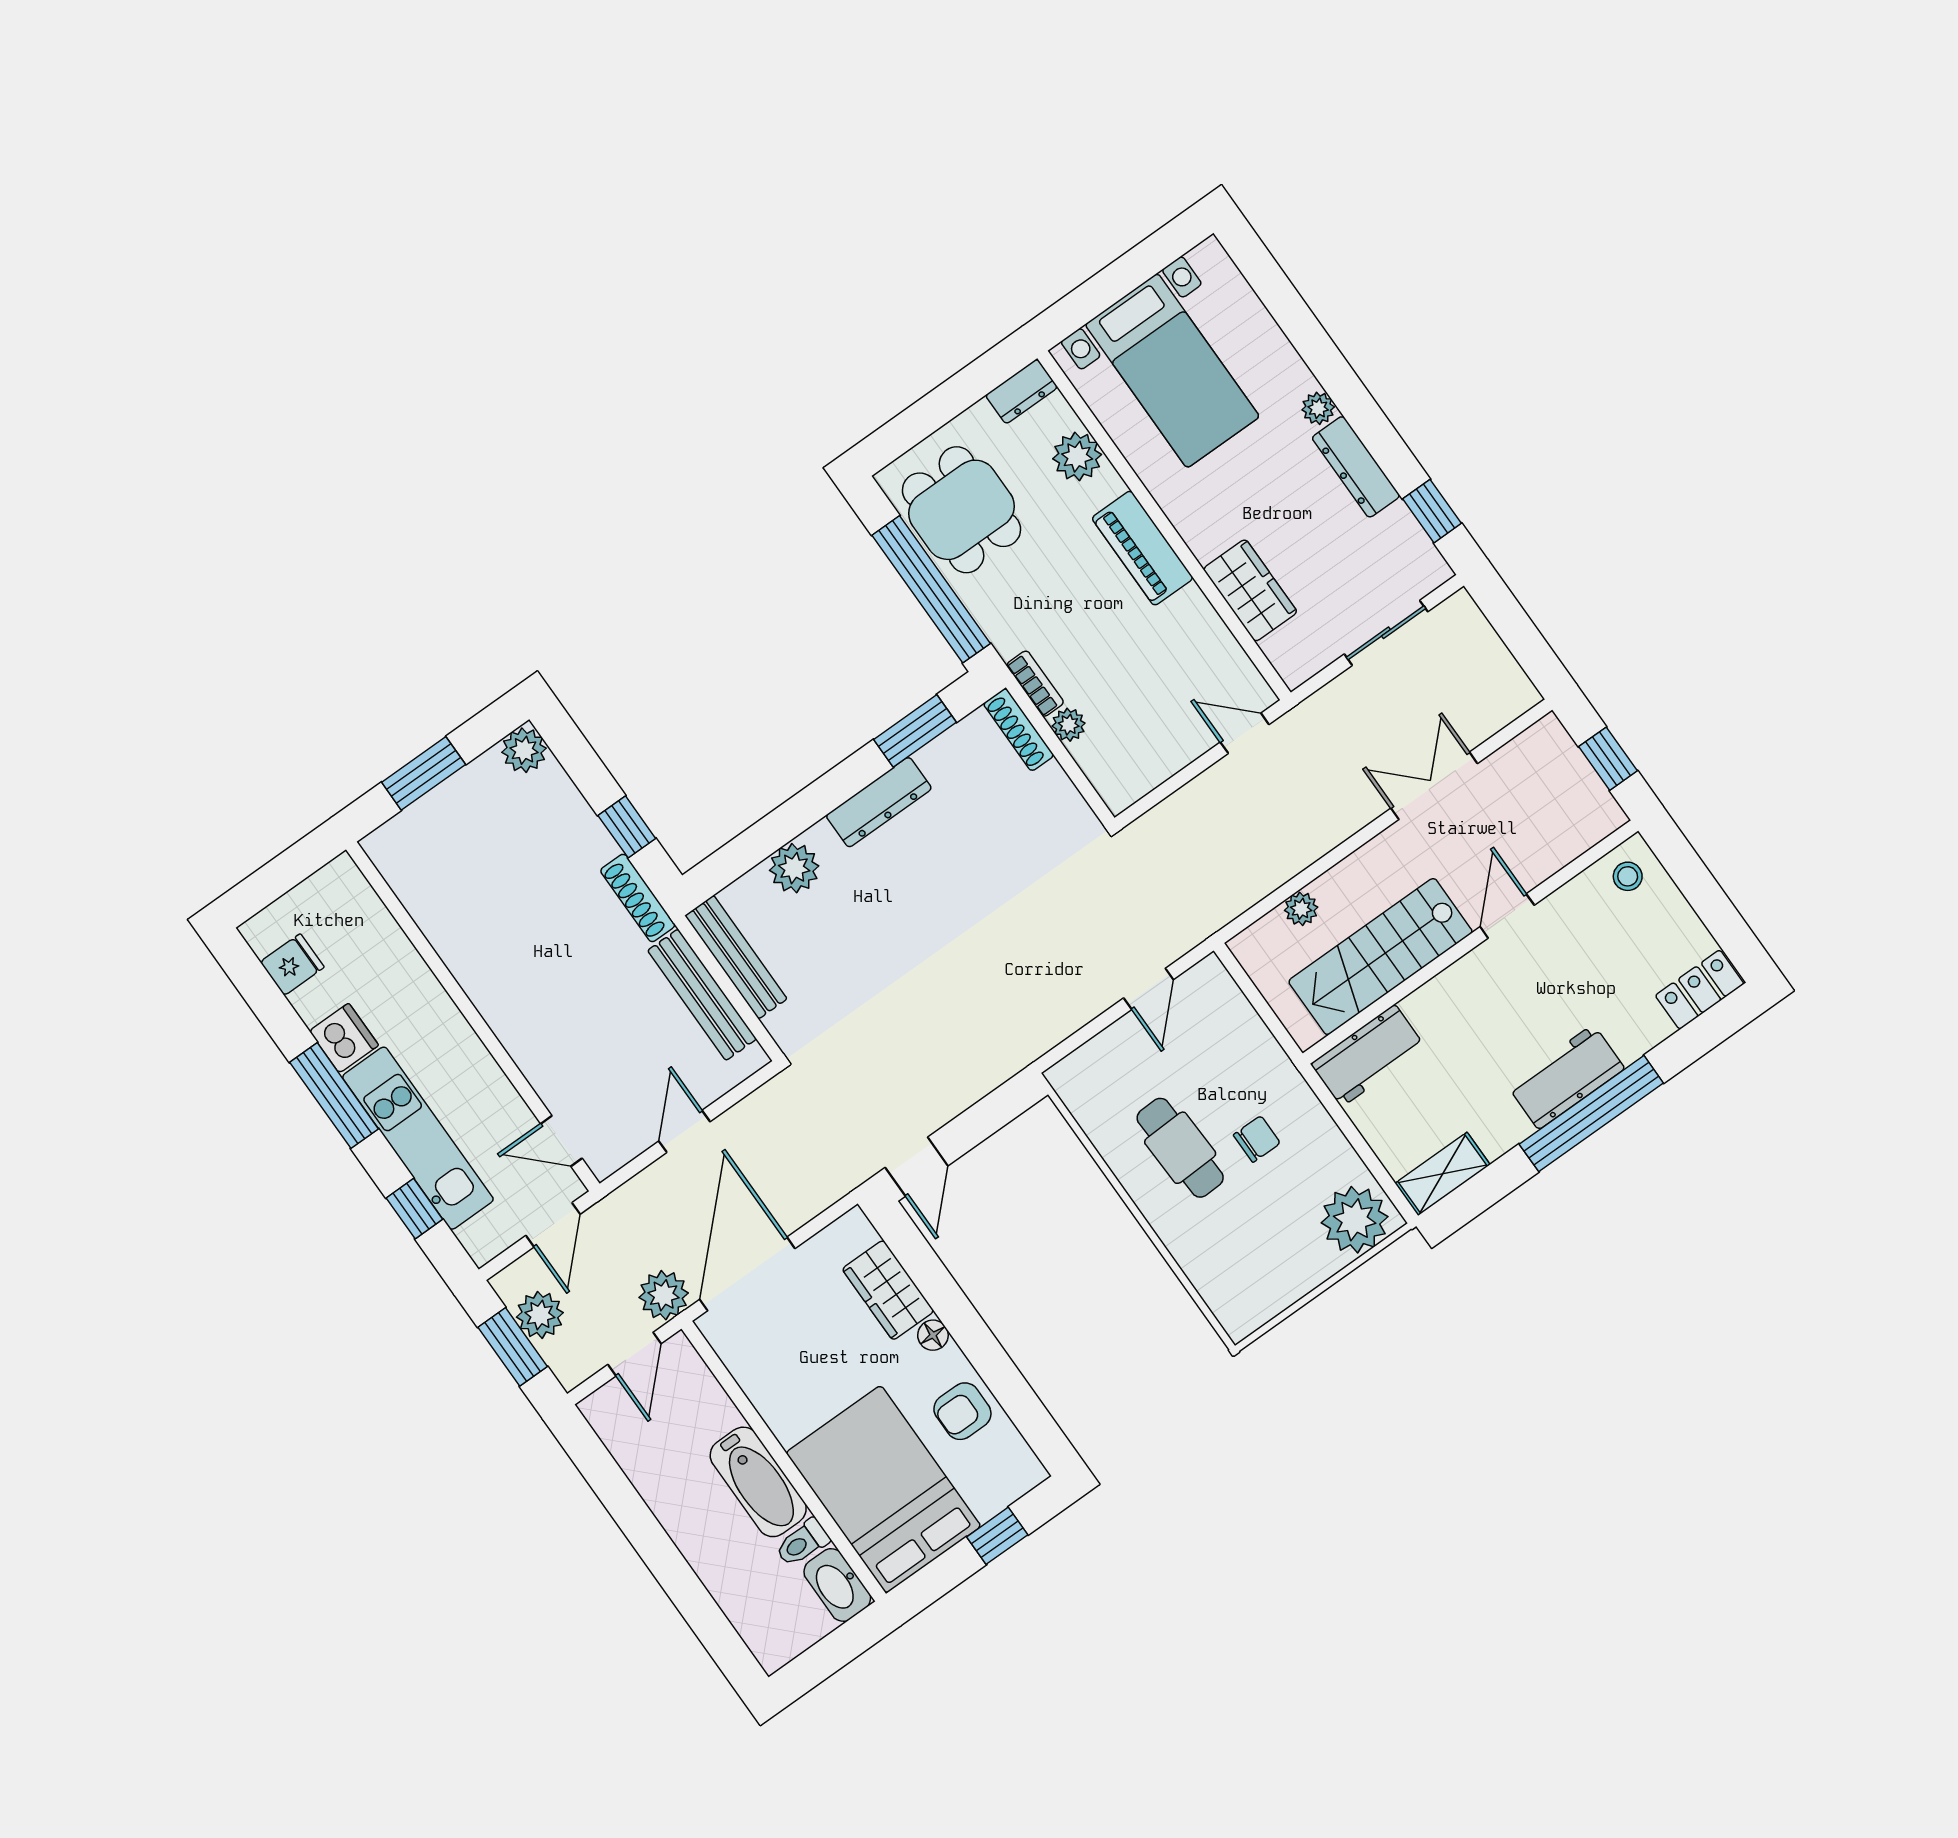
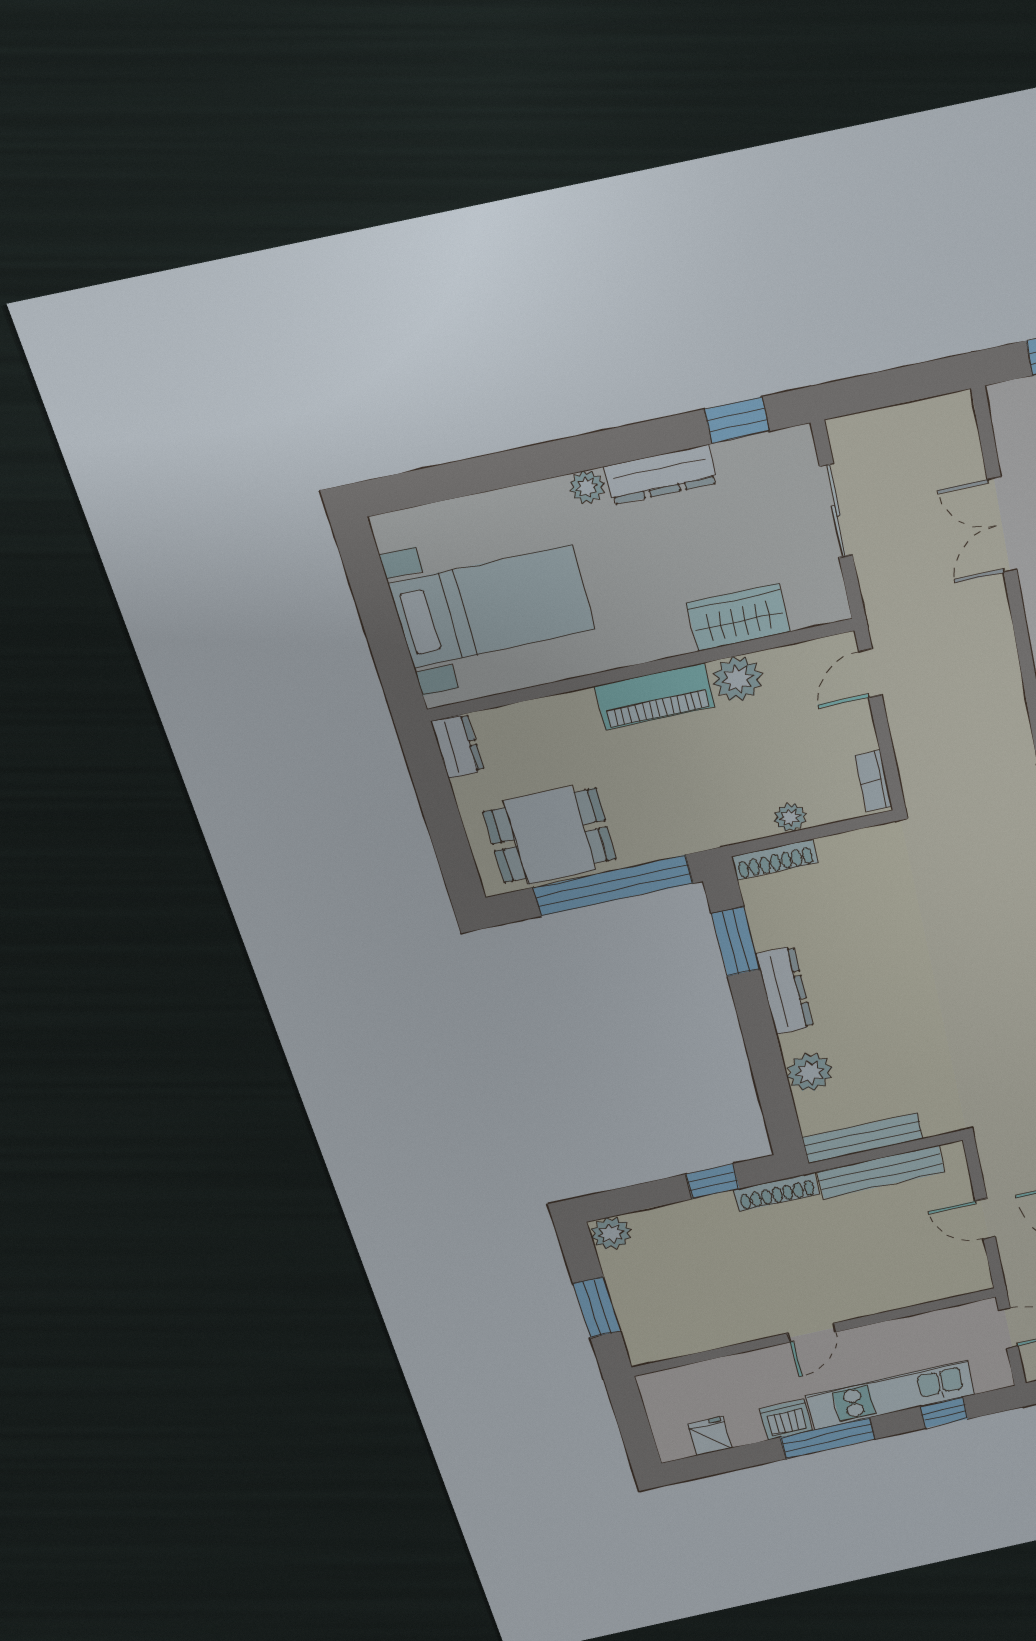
plant: (1077, 457) -> (738, 679), moved
bookcase: (1035, 684) -> (873, 781), moved, turned -90
door: (561, 1141) -> (812, 1333), moved

